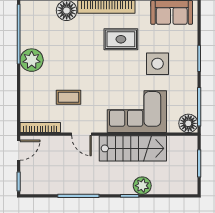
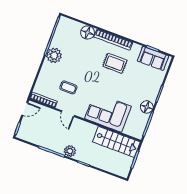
side table: (157, 64) -> (132, 87), removed
floor lamp: (188, 123) -> (147, 107), moved
stairs: (133, 148) -> (116, 142), moved
plant: (142, 186) -> (70, 151), moved

